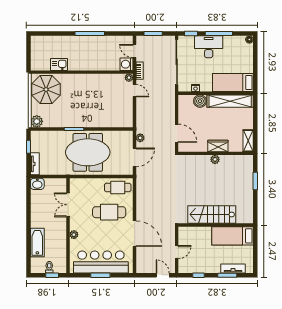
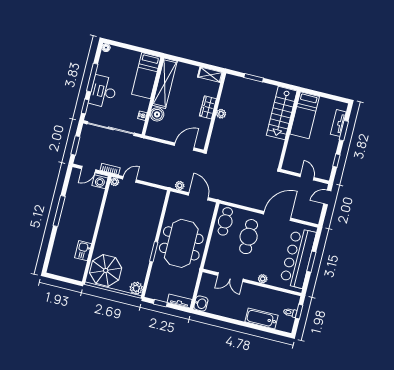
stairs: (212, 214) -> (282, 113), moved

